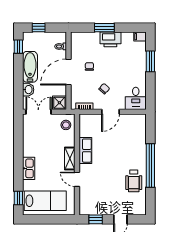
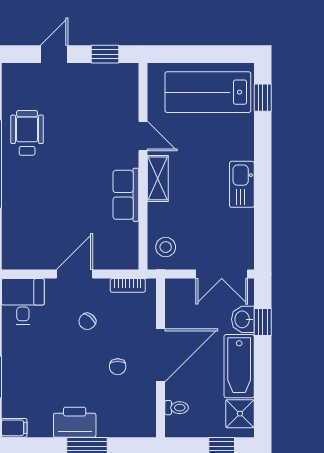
window: (18, 47) -> (263, 322), moved
shower: (59, 103) -> (240, 414), moved
kitchen sink: (29, 168) -> (242, 184), moved

